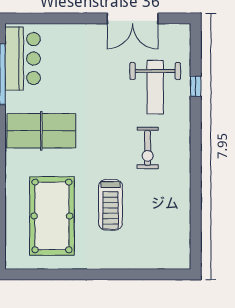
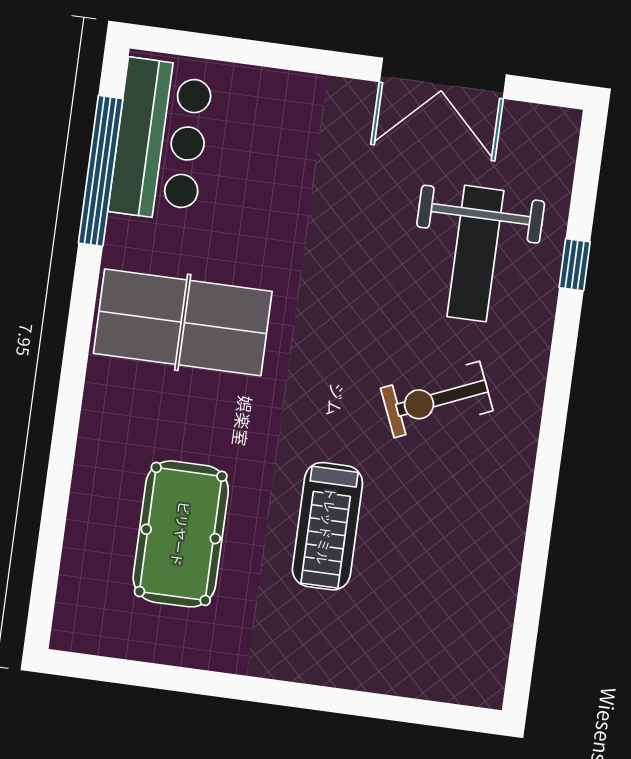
exercise bike: (148, 148) -> (437, 399), turned 67
pool table: (52, 216) -> (181, 534), width x0.73, depth x0.76

